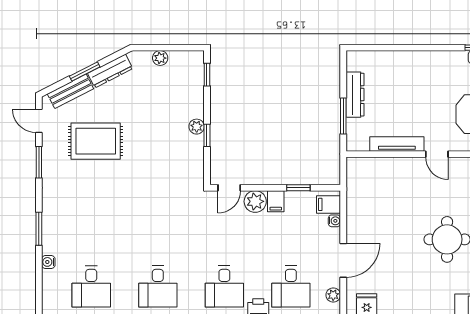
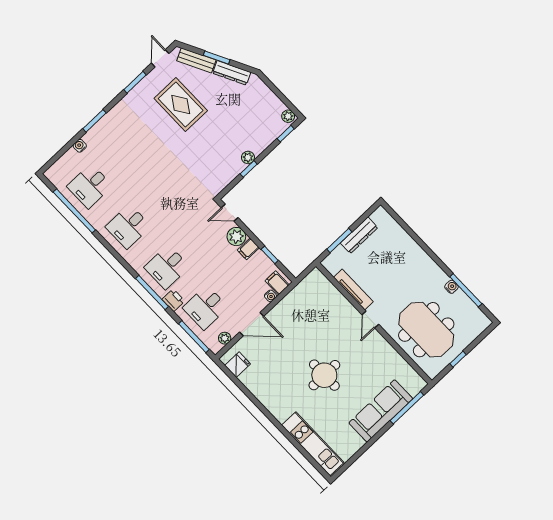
plant: (160, 58) -> (288, 116), moved

